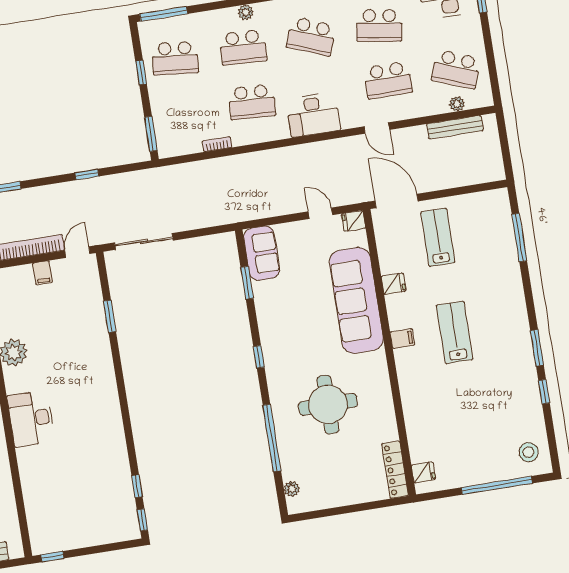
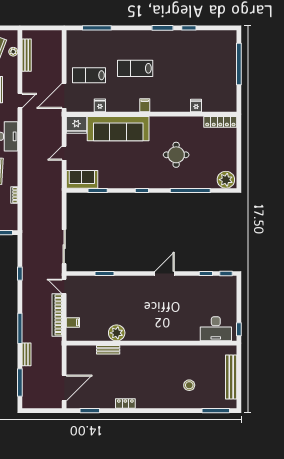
door: (320, 213) -> (64, 153), moved
fridge: (354, 221) -> (76, 125), width x1.88, depth x1.34
filing cabinet: (43, 273) -> (73, 322), moved
fridge: (393, 284) -> (100, 105), moved
lab bench: (455, 332) -> (135, 68), moved
round table: (328, 404) -> (176, 155), width x0.73, depth x0.73
door: (126, 417) -> (164, 274), added
desk: (31, 419) -> (216, 329), moved
stool: (529, 452) -> (223, 42), removed
fridge: (423, 472) -> (196, 106), moved
plant: (292, 489) -> (226, 180), width x1.88, depth x1.88

